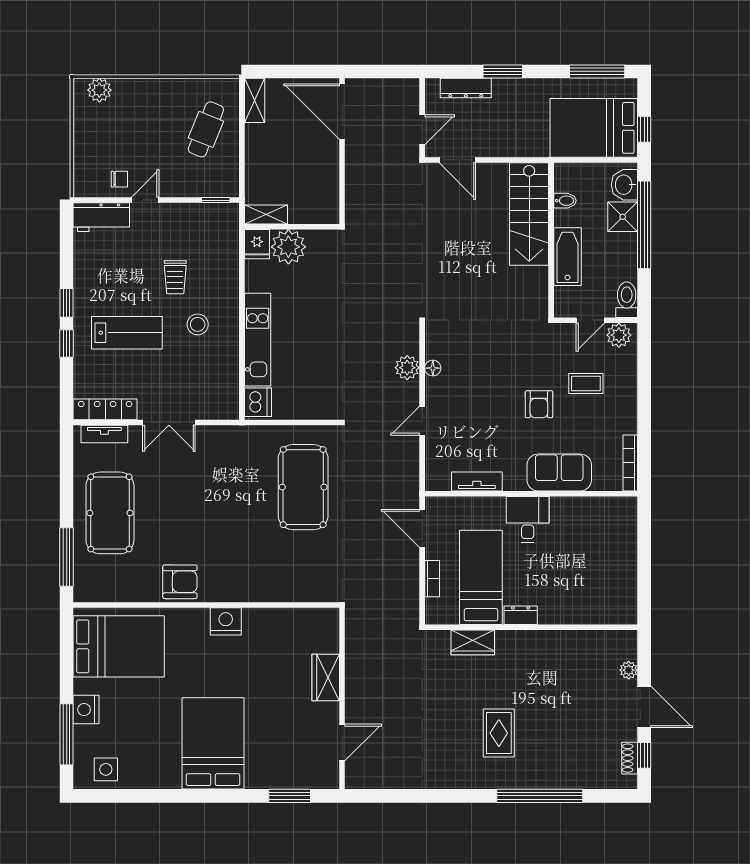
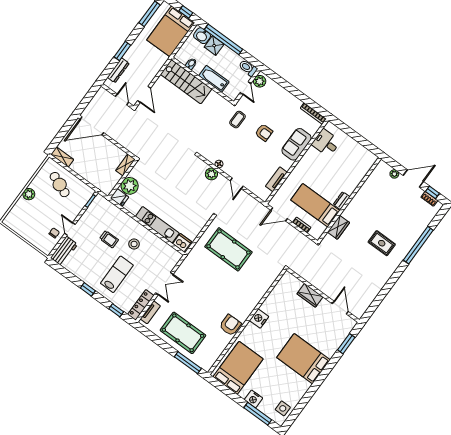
plant: (99, 90) -> (29, 194), moved
door: (457, 160) -> (144, 94), hinge flipped
shelving: (266, 214) -> (125, 165), moved
window: (67, 344) -> (116, 310), moved
coffee table: (586, 383) -> (237, 120), moved
desk: (528, 519) -> (326, 143), moved

